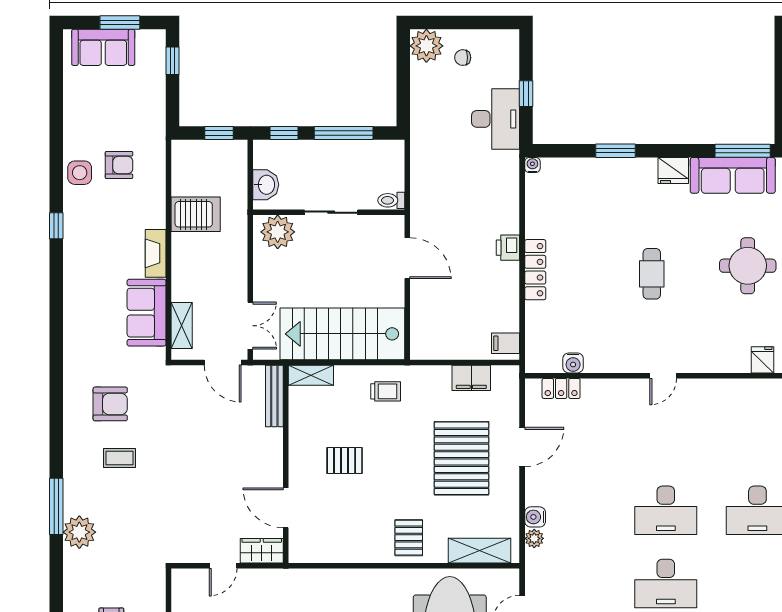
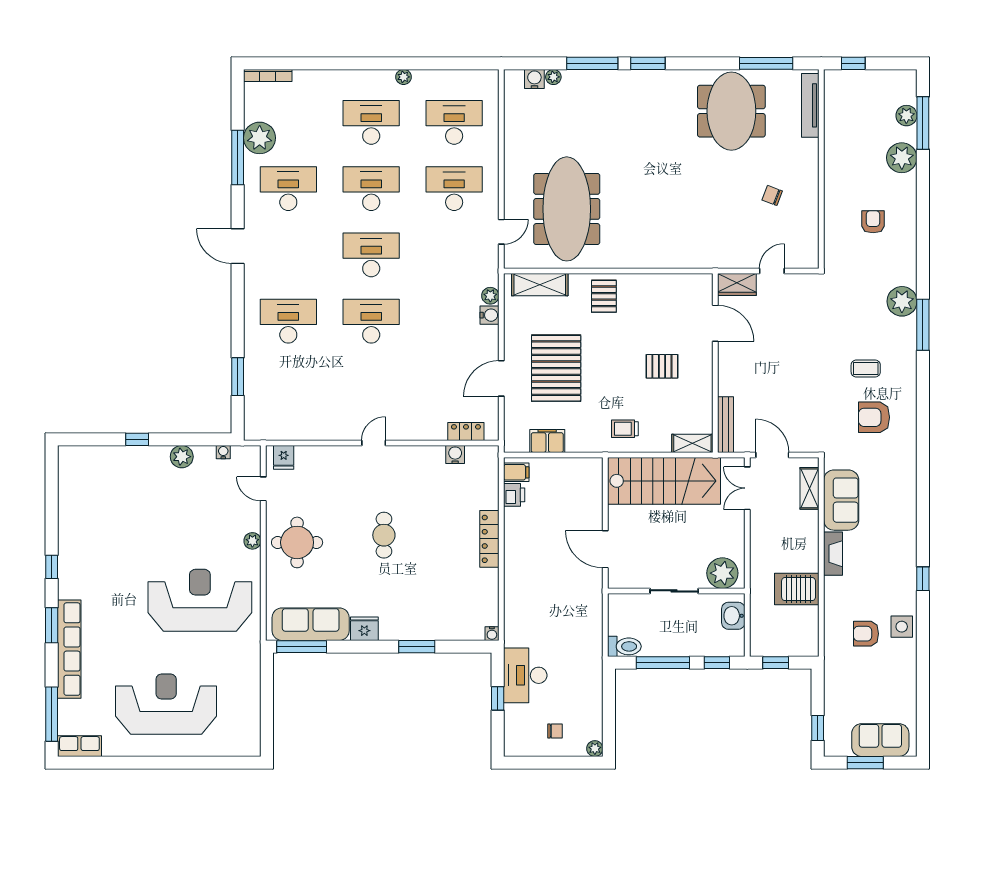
plant: (426, 46) -> (595, 749), width x0.53, depth x0.53
toilet: (391, 200) -> (624, 646), moved, width x1.37, depth x1.39
printer: (508, 248) -> (514, 495), moved

